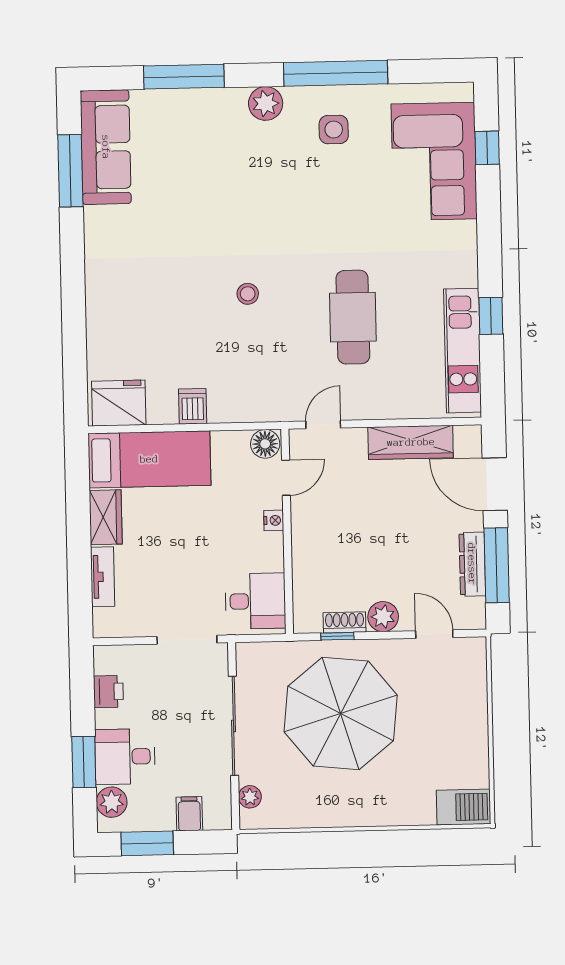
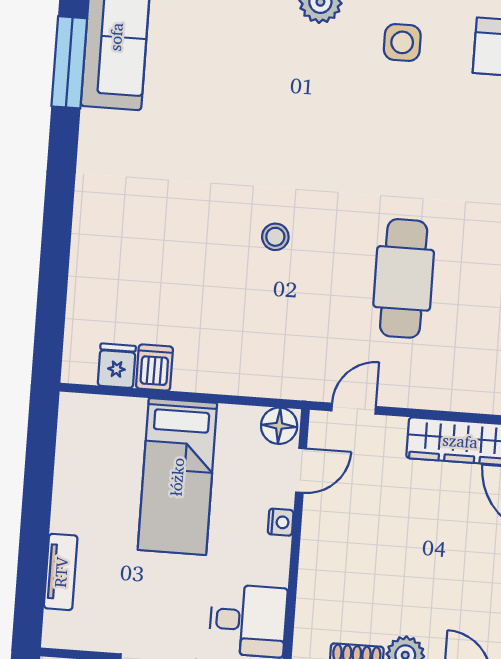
fridge: (119, 403) -> (117, 366), width x0.53, depth x0.75
dishwasher: (193, 406) -> (154, 368), moved
bed: (149, 459) -> (177, 477), moved, turned 90
wardrobe: (106, 517) -> (72, 498), removed

